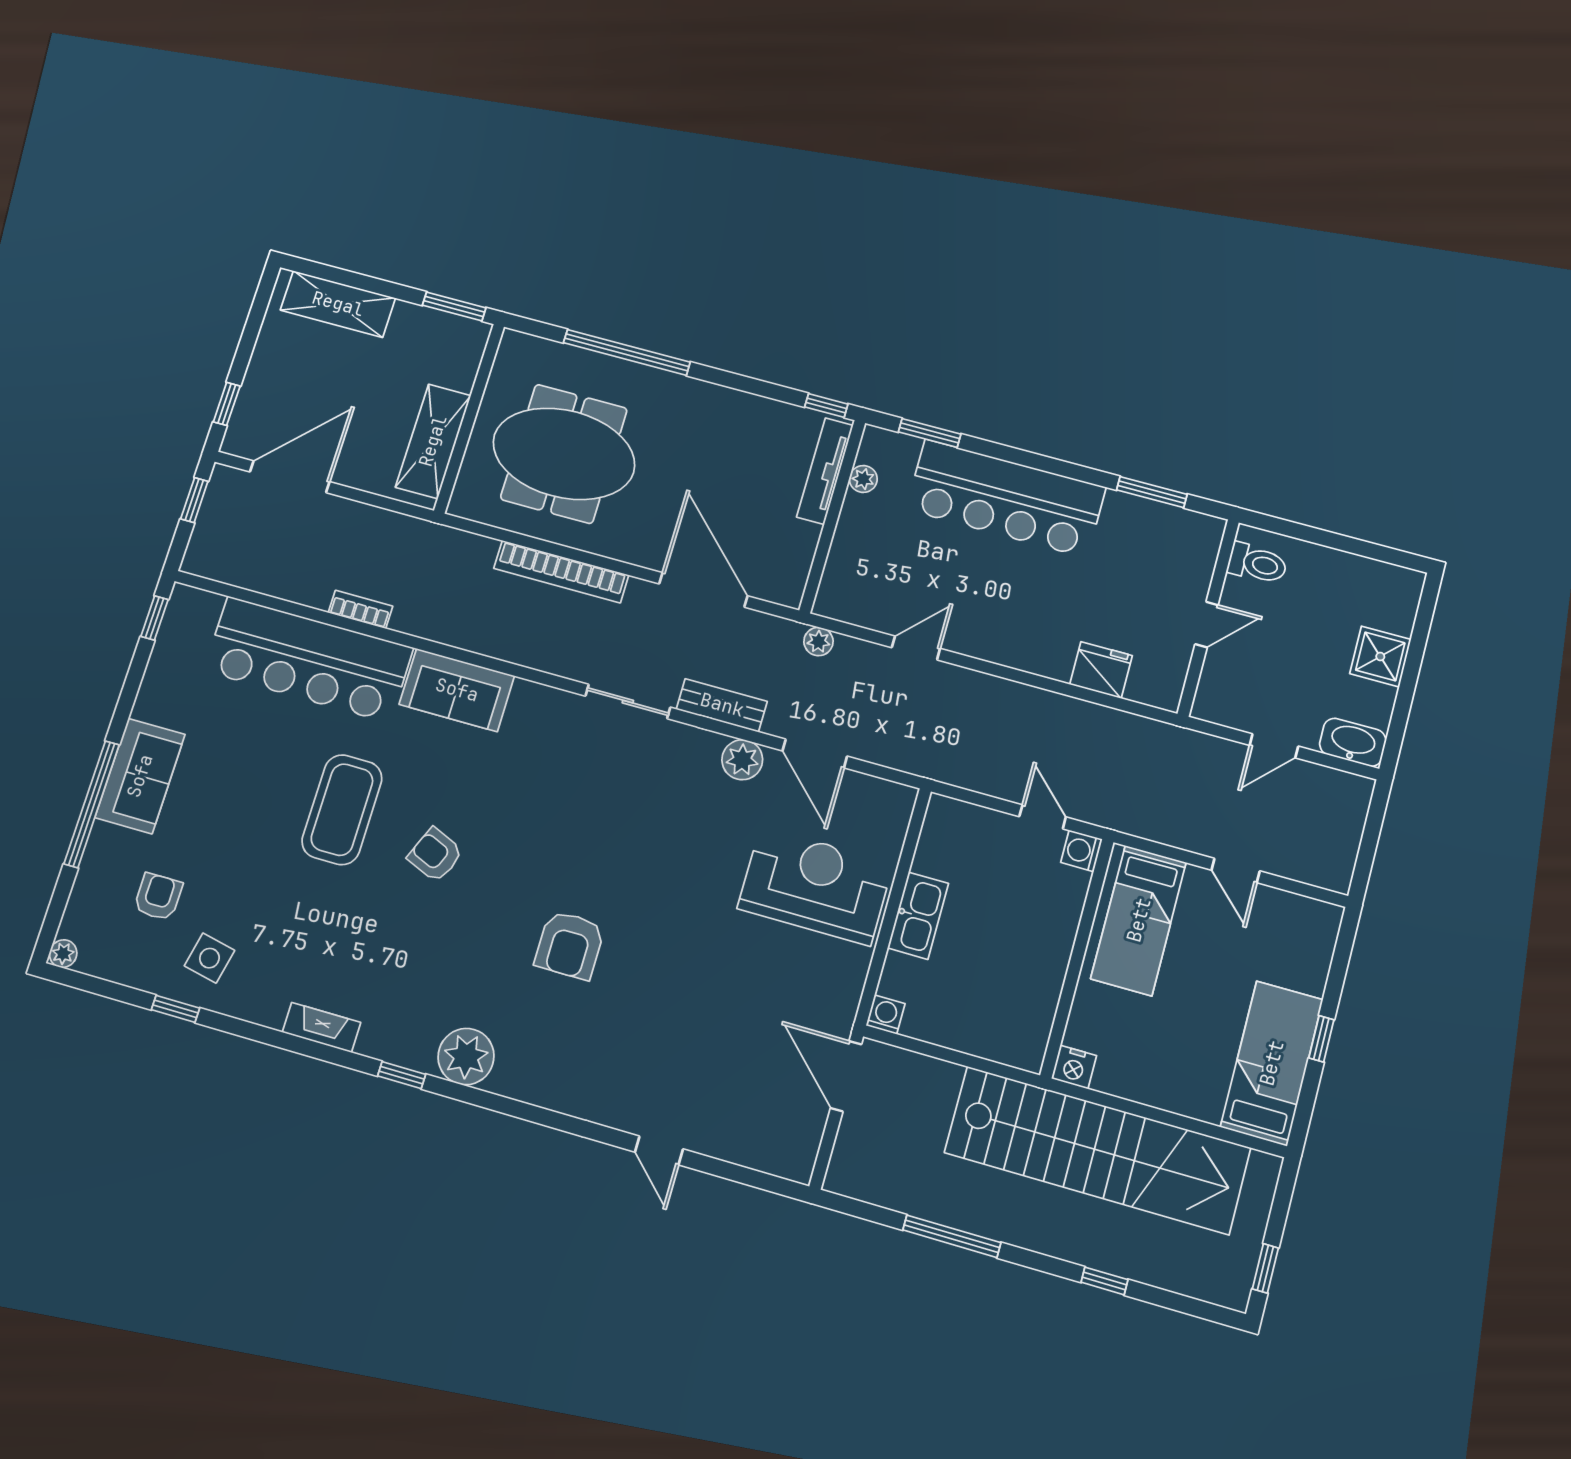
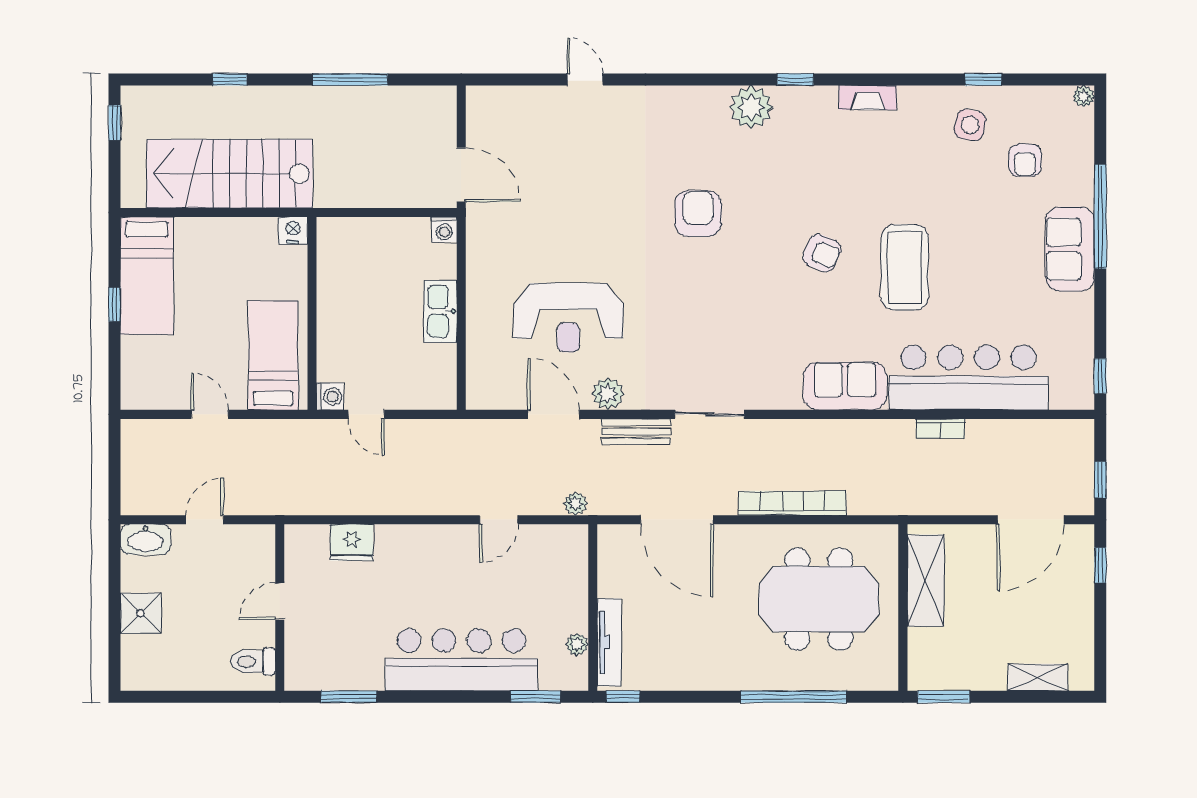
shelving: (338, 304) -> (1038, 677), width x0.67, depth x0.75
reception desk: (815, 886) -> (568, 318), moved
stairs: (1097, 1150) -> (230, 174), width x0.73

